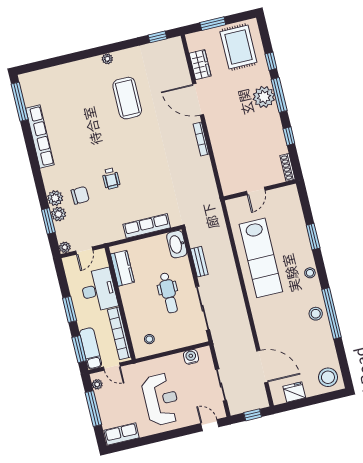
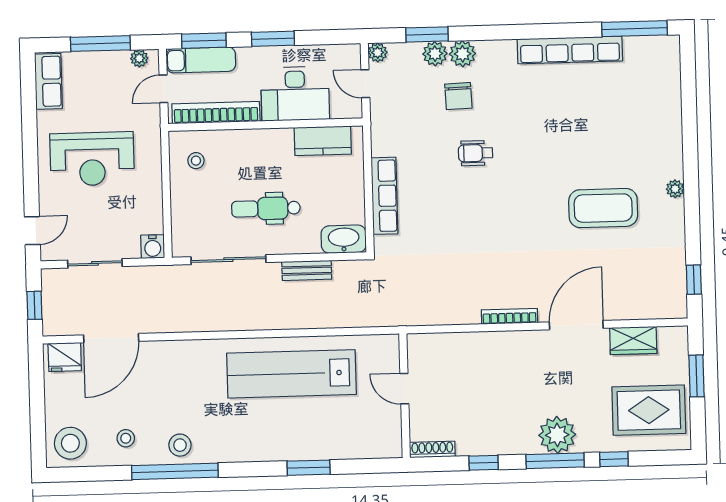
stool: (310, 273) -> (126, 438), moved
water cooler: (191, 357) -> (153, 247), moved, turned 90
fridge: (294, 392) -> (65, 357), moved, turned 90

